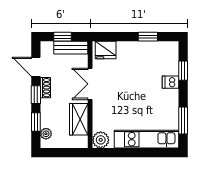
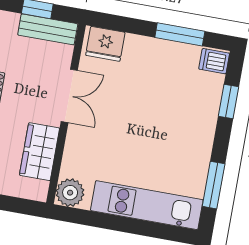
window: (148, 37) -> (180, 34), width x1.50
dishwasher: (171, 82) -> (214, 61), moved
double door: (90, 84) -> (69, 96), swing flipped

